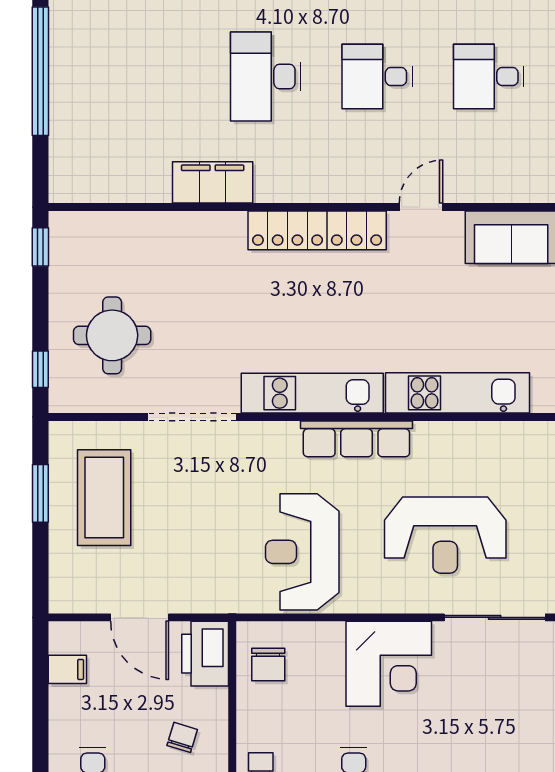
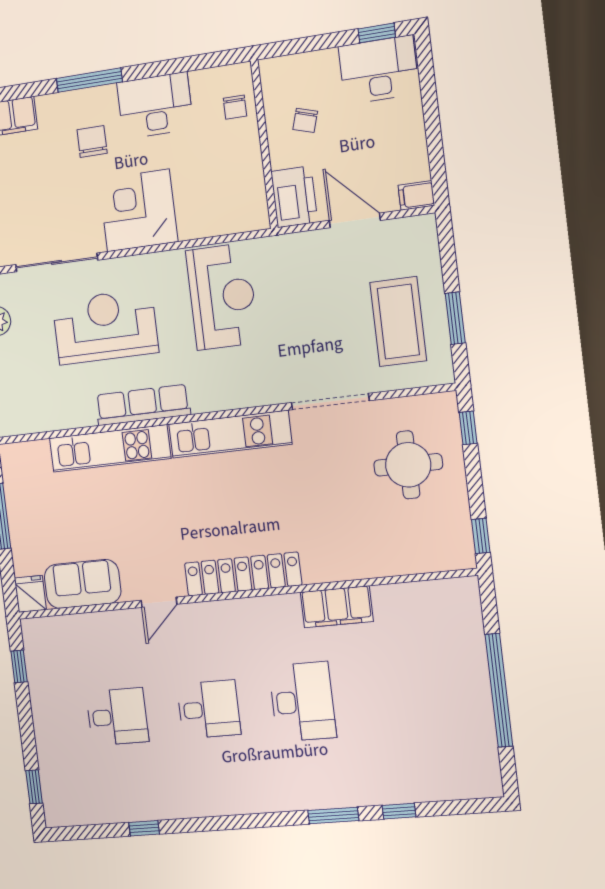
row of seats: (356, 439) -> (143, 405), moved
chair: (268, 665) -> (92, 142), moved
filing cabinet: (67, 669) -> (416, 195), moved

